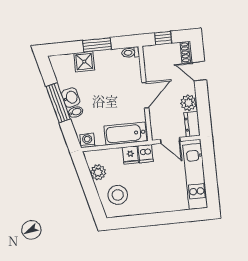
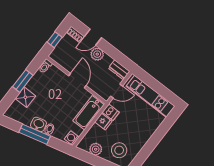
plant: (189, 103) -> (97, 54), moved

